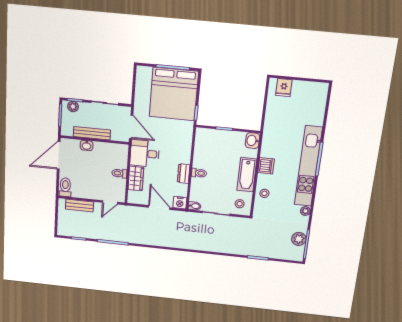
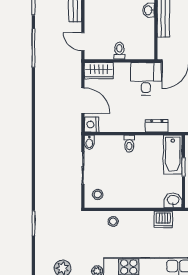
dishwasher: (266, 166) -> (163, 219), moved
dresser: (184, 174) -> (157, 126), moved
bathtub: (247, 175) -> (173, 155), moved, turned -90
wardrobe: (136, 178) -> (99, 71), moved
door: (159, 207) -> (83, 101), hinge flipped

